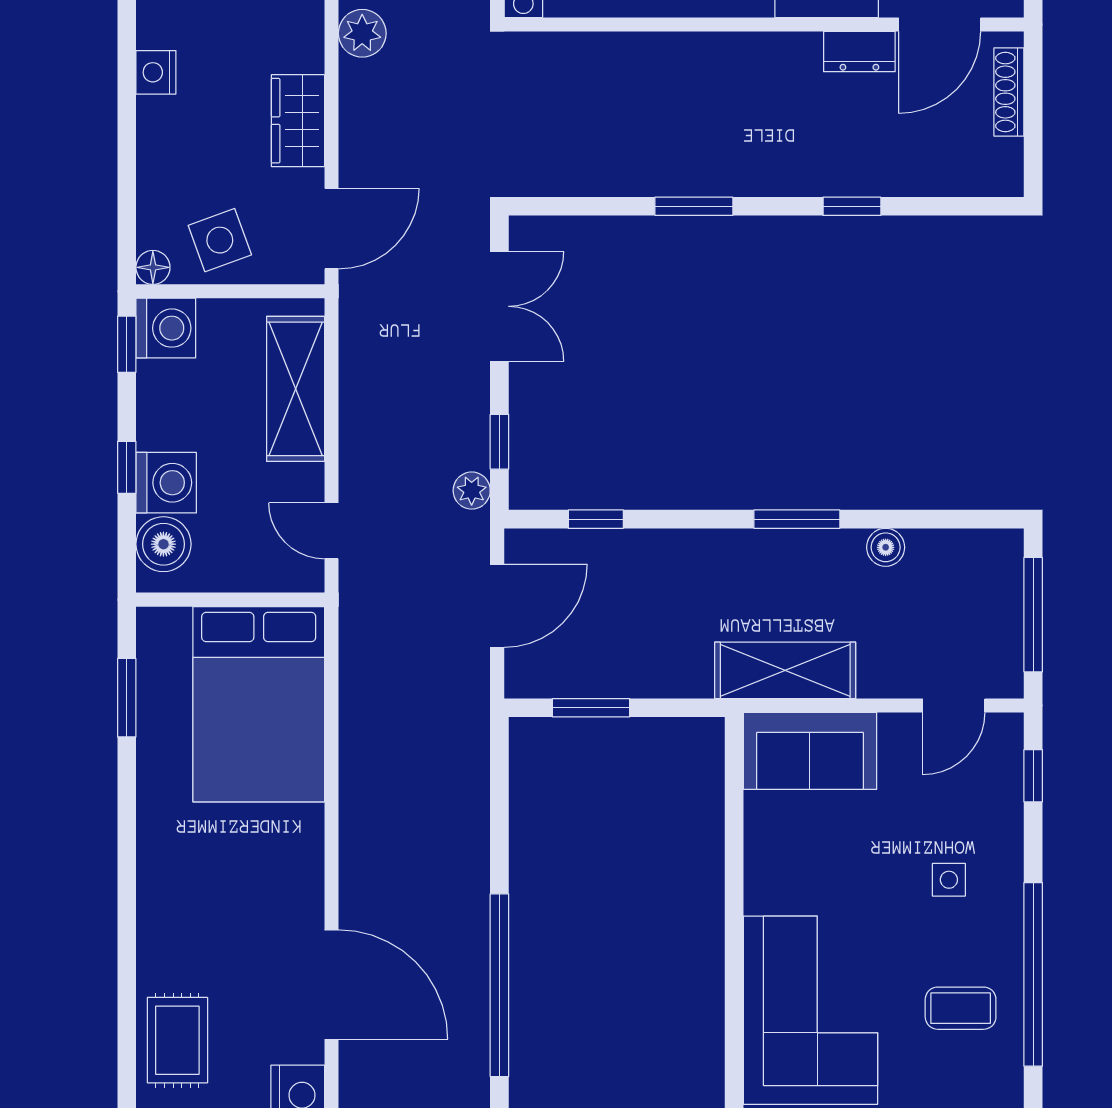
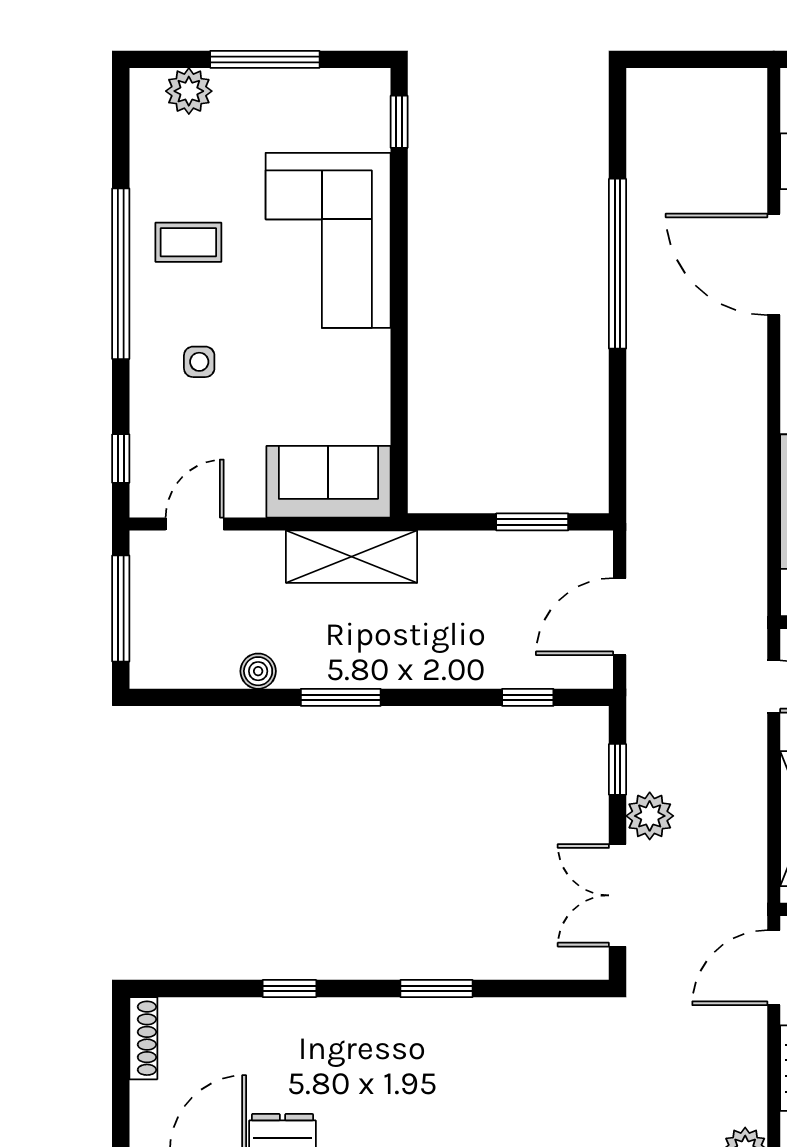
shoe rack: (1009, 92) -> (143, 1038), moved
plant: (472, 491) -> (650, 816), moved, width x1.38, depth x1.38

